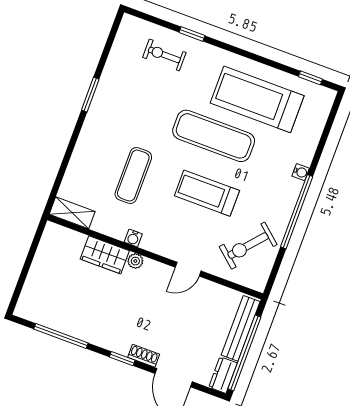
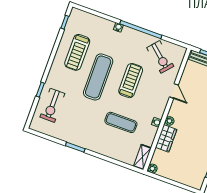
exercise bike: (164, 55) -> (52, 105), width x1.38, depth x1.39
treadmill: (257, 99) -> (77, 52), width x0.73, depth x0.73
treadmill: (207, 193) -> (131, 81), turned 180
plant: (52, 230) -> (152, 169), added

